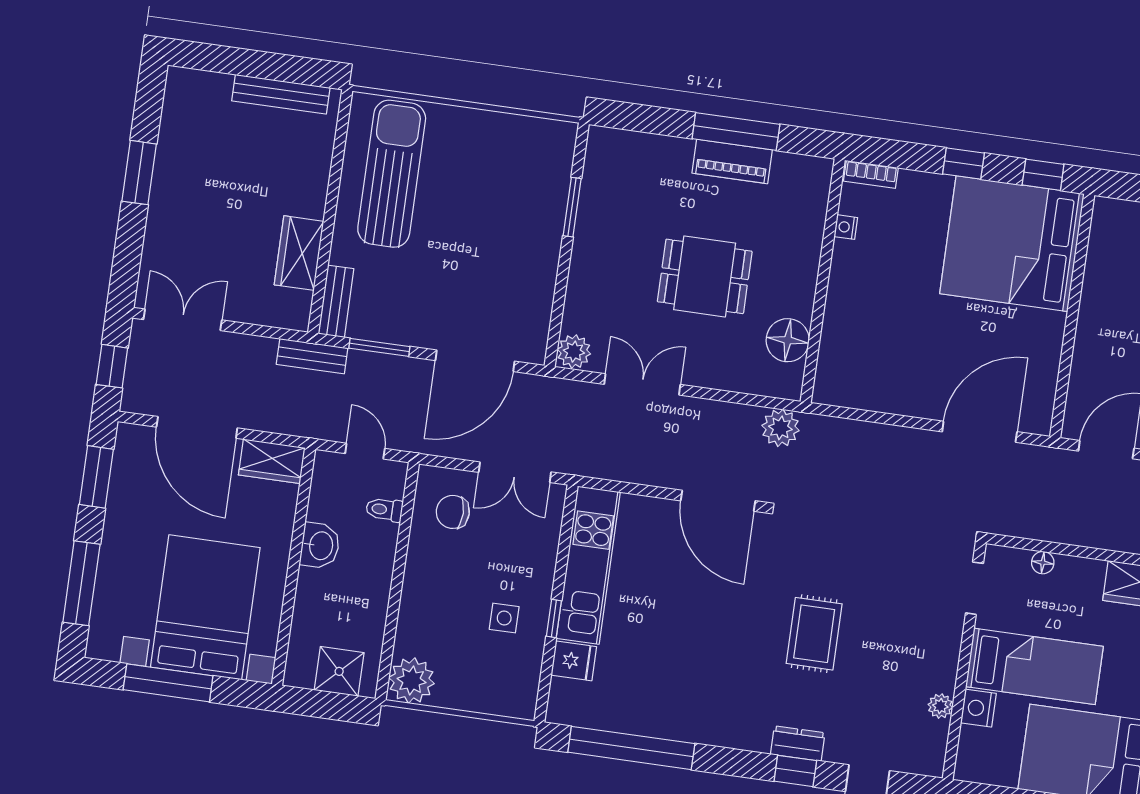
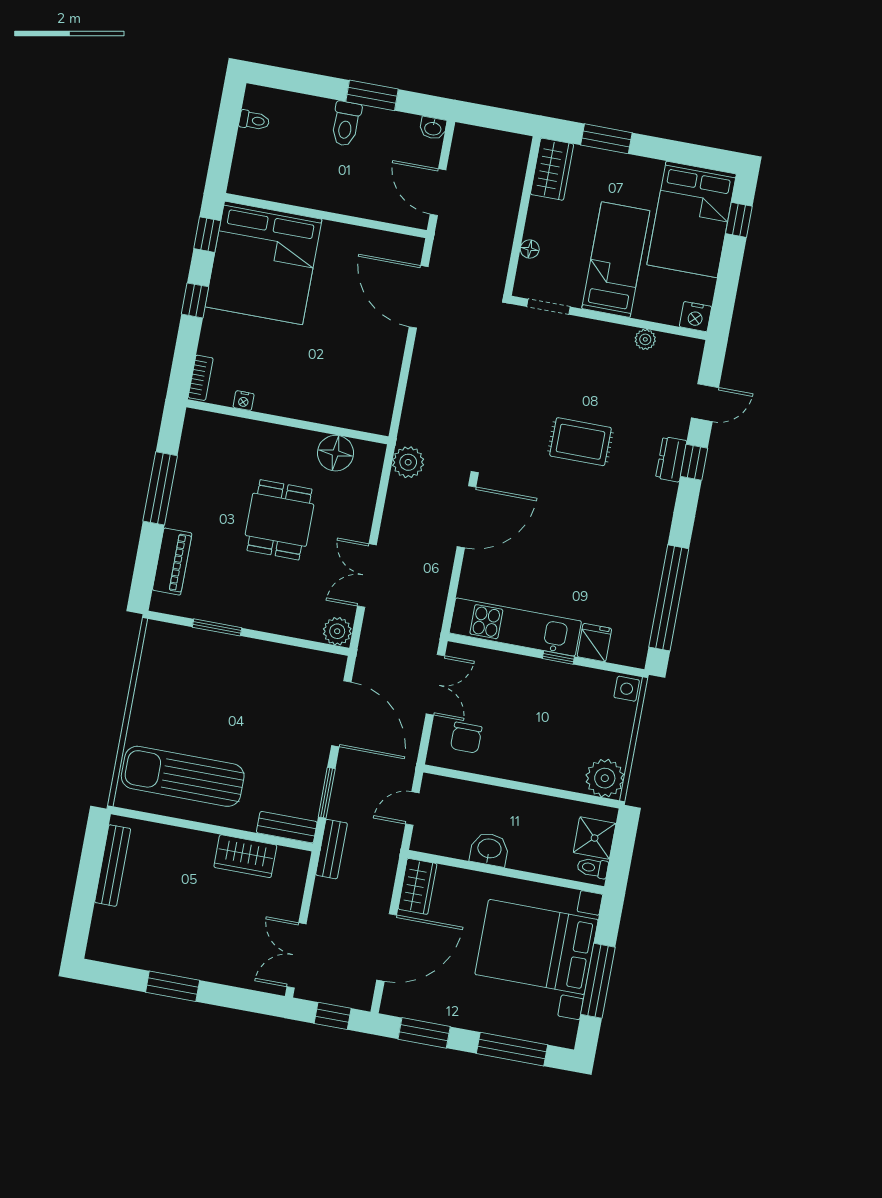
piano: (732, 161) -> (172, 562), moved
toilet: (384, 510) -> (593, 868), moved, turned 90
side table: (504, 618) -> (627, 689), moved
nightstand: (978, 708) -> (695, 317), moved

